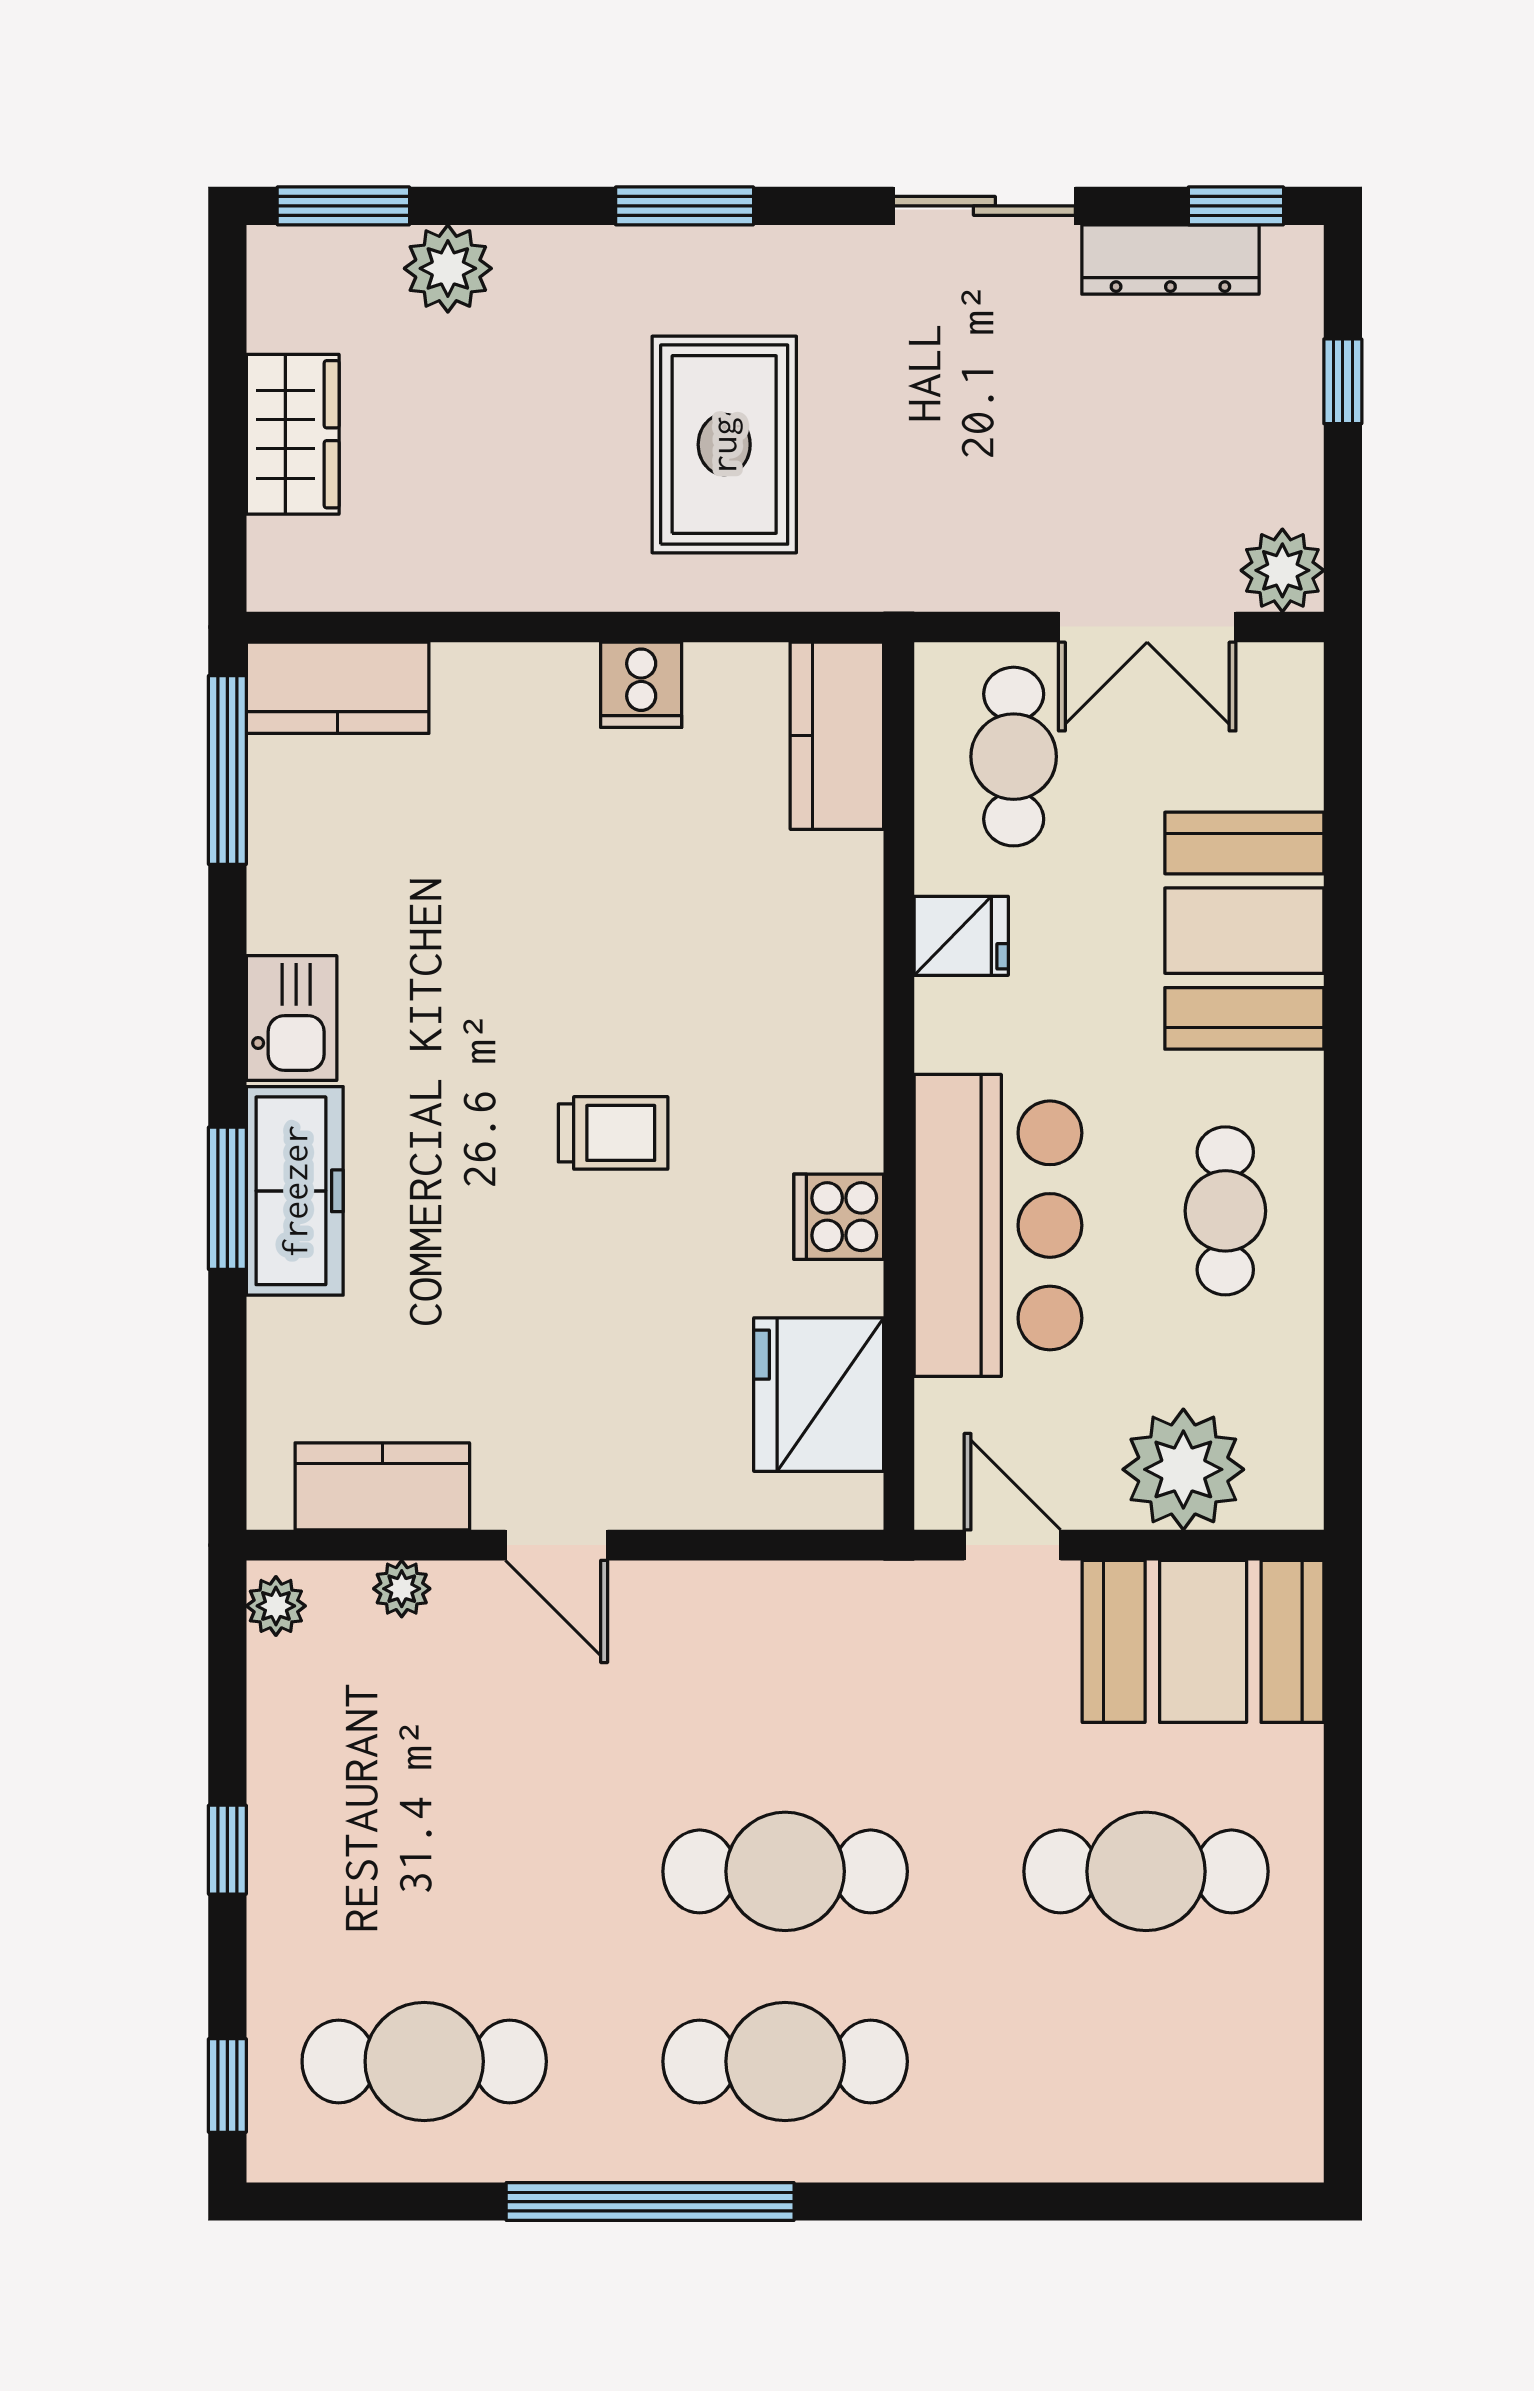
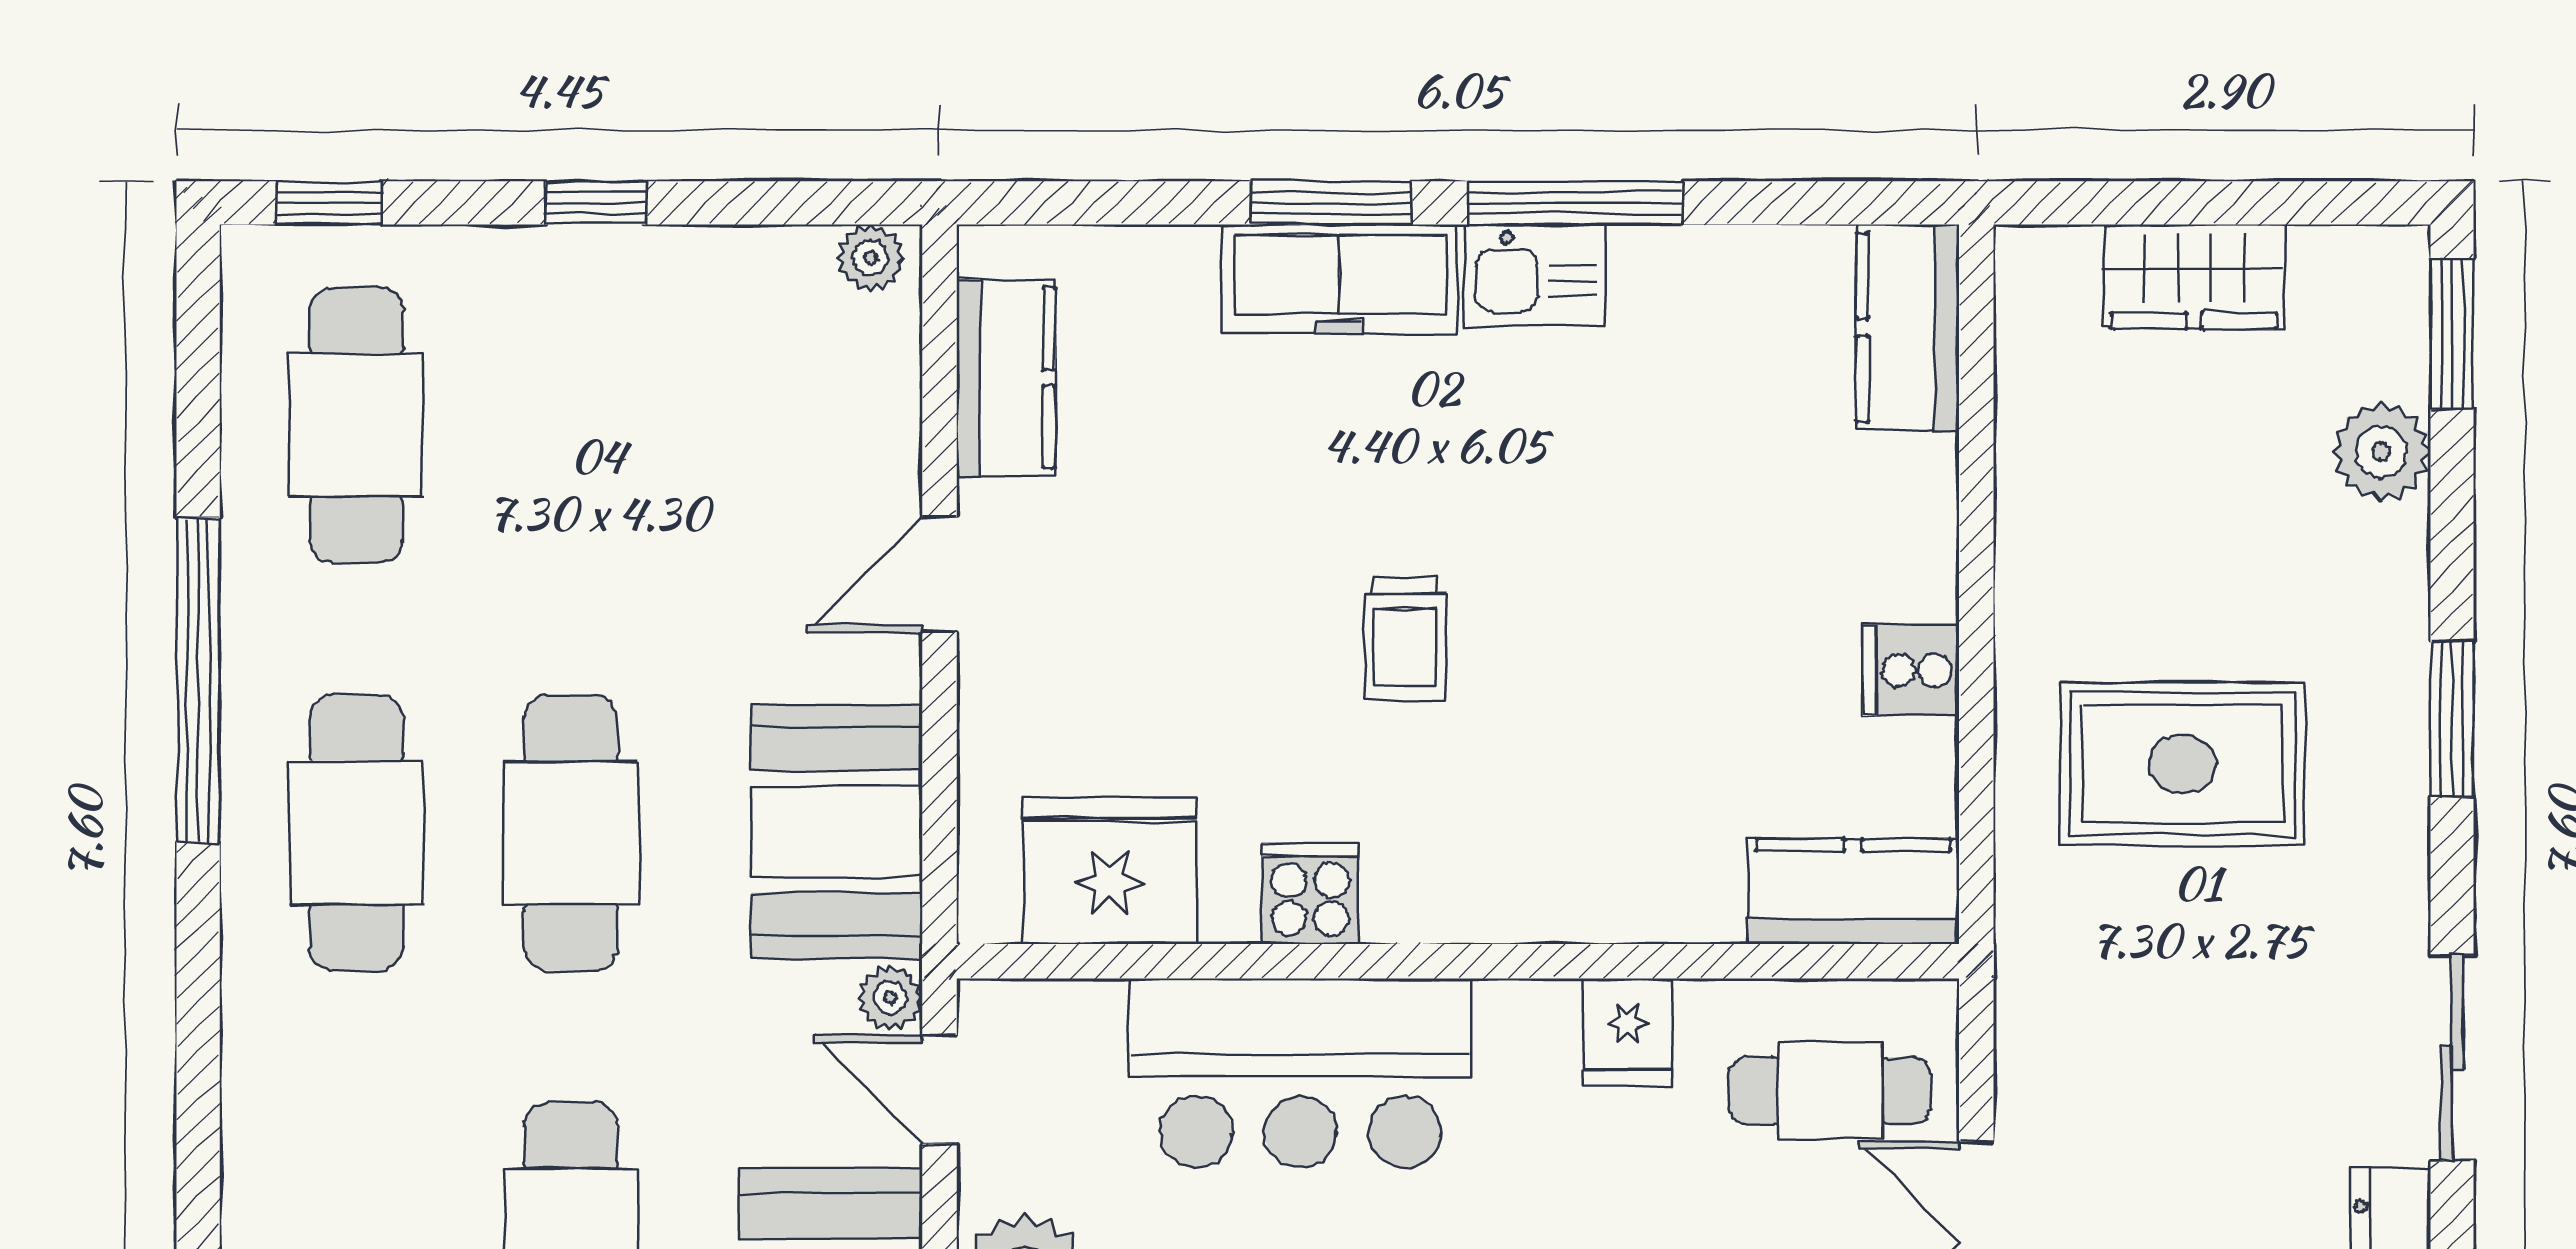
window: (227, 770) -> (1576, 203), moved
door: (1012, 1545) -> (939, 1089), swing flipped
plant: (402, 1589) -> (890, 998), moved
booth: (784, 1636) -> (837, 832), added

